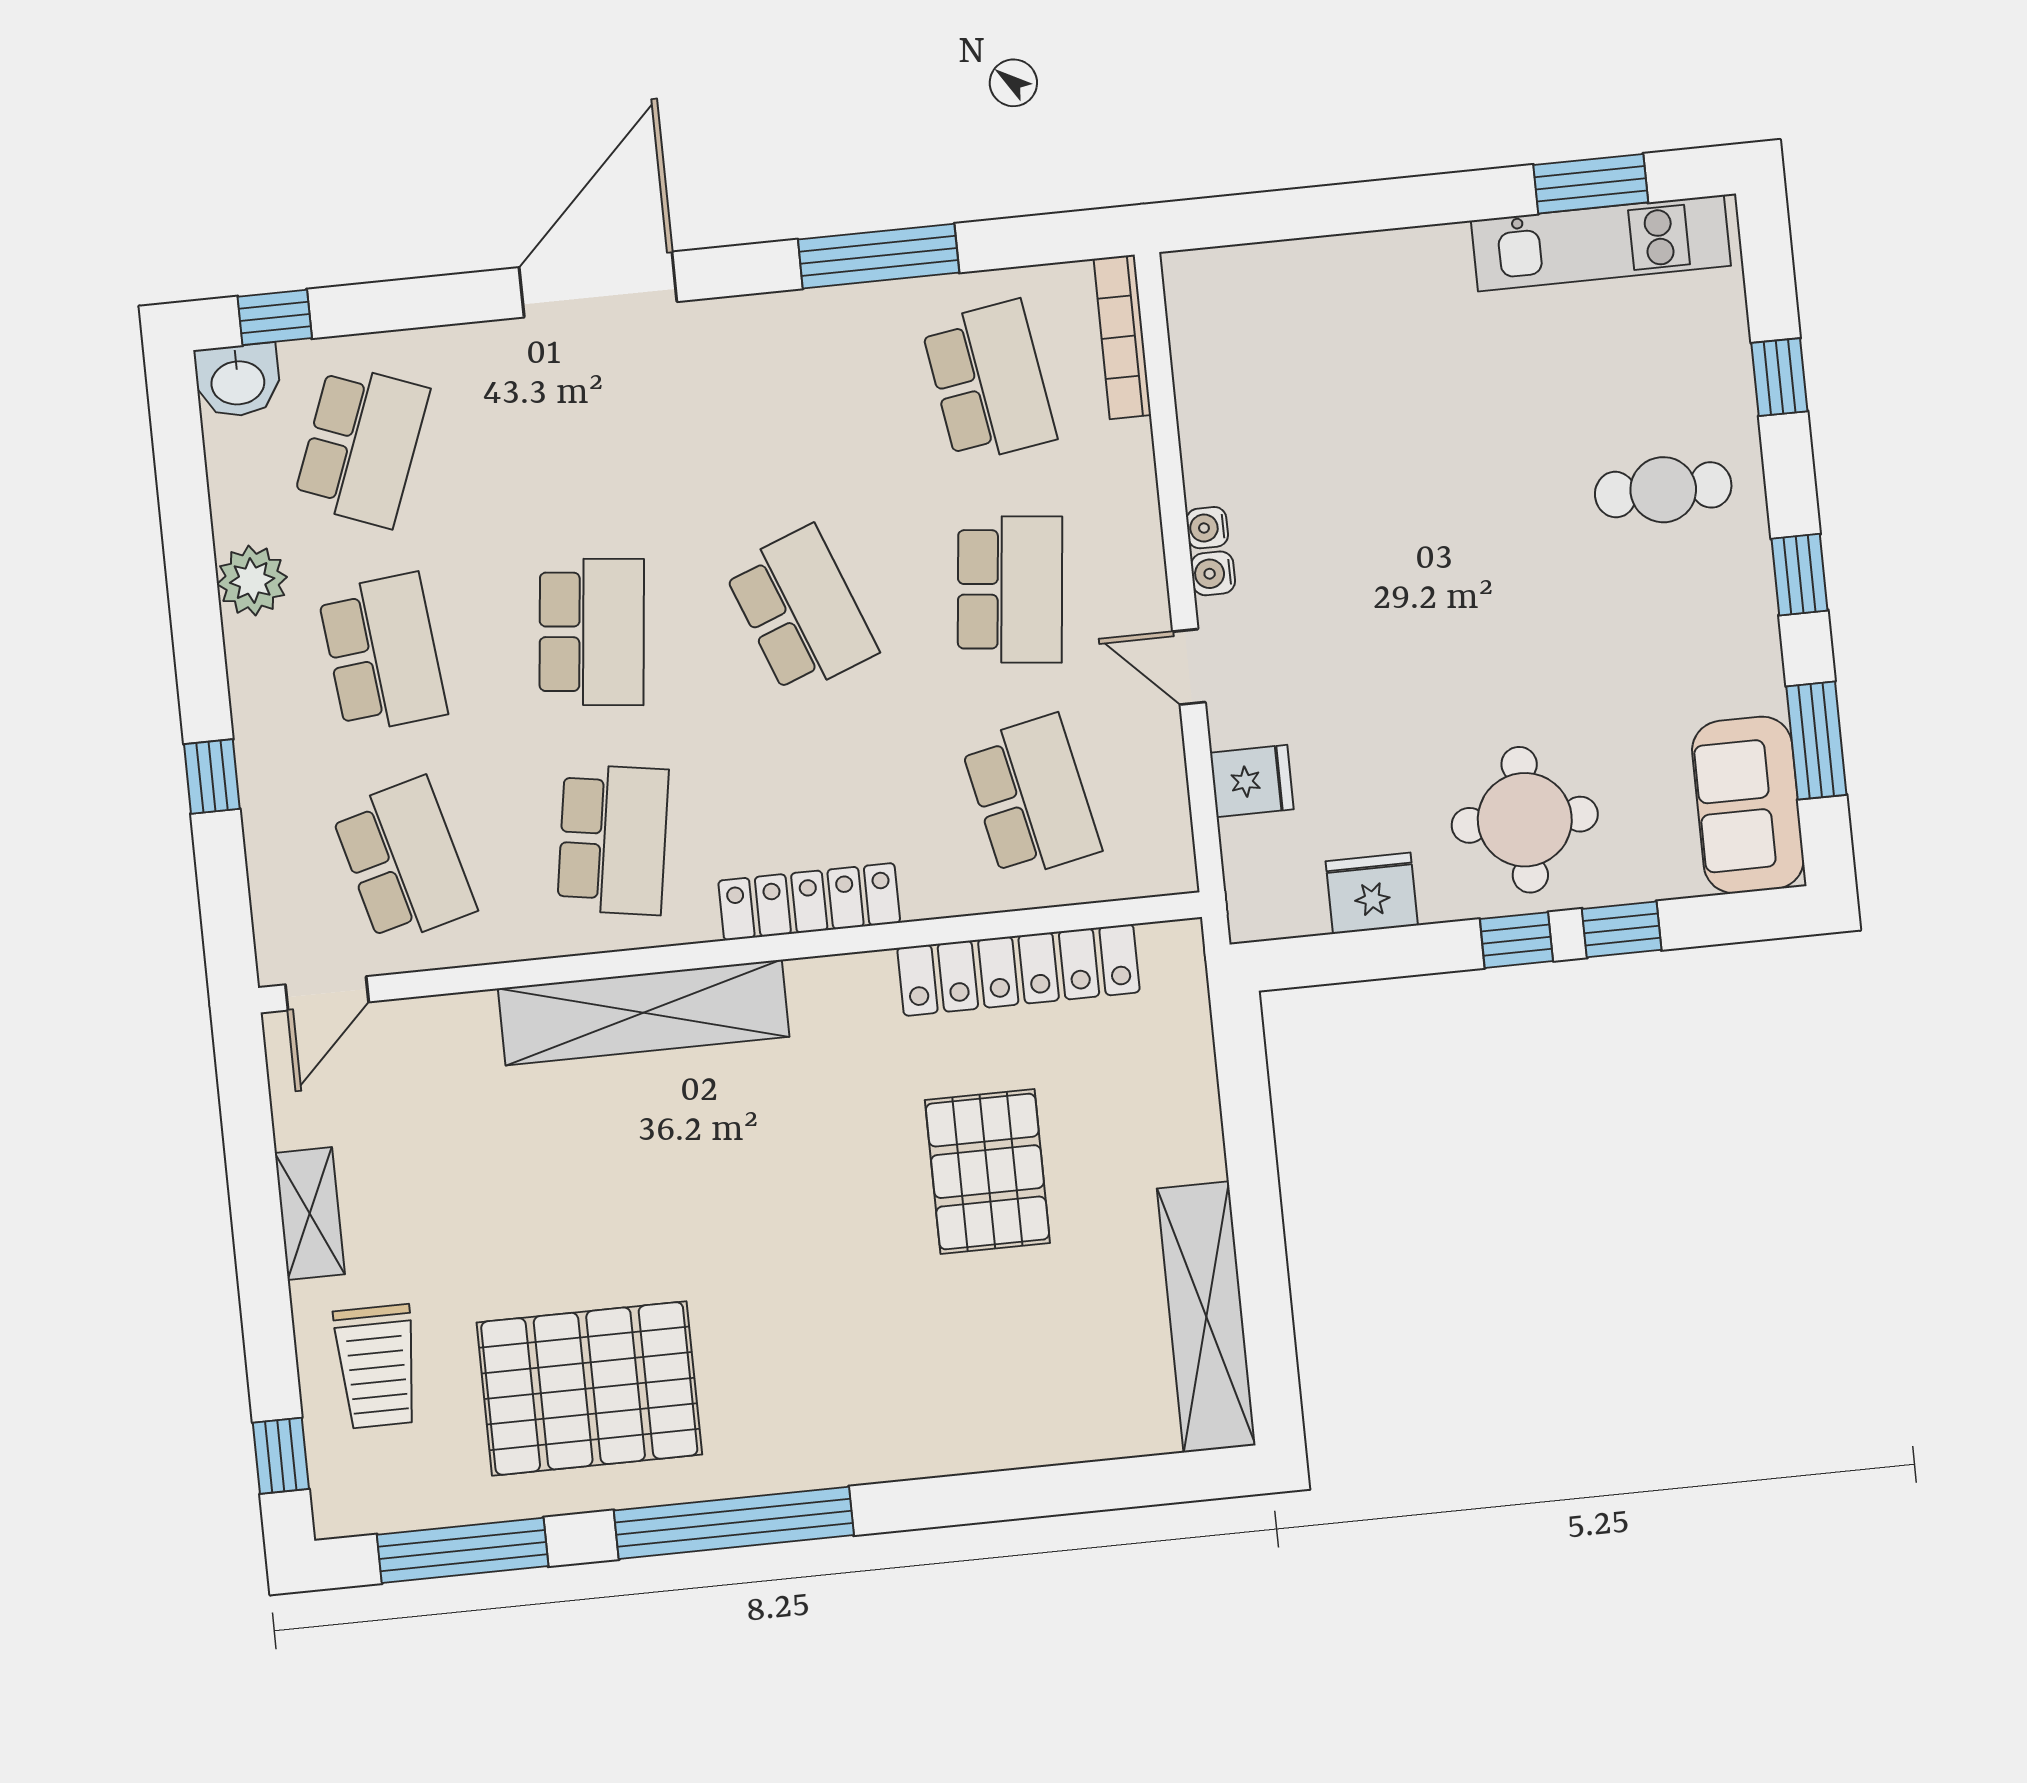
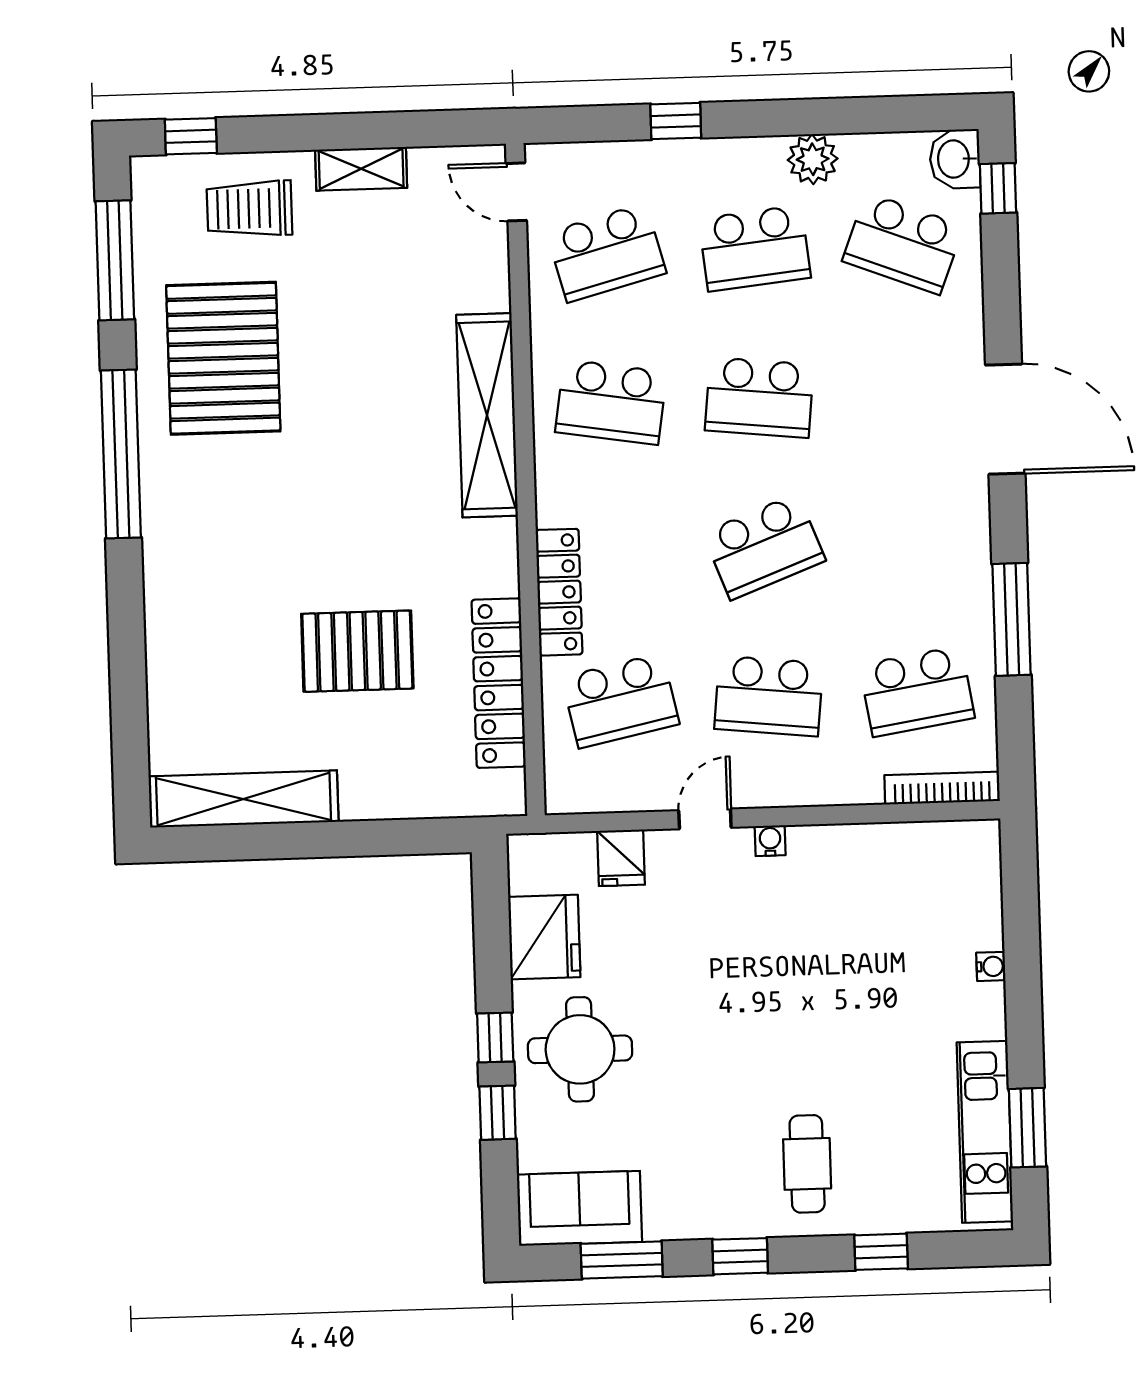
water cooler: (1207, 528) -> (991, 966), moved, turned 90
fridge: (1372, 893) -> (544, 937), width x1.36, depth x1.34
locker: (809, 902) -> (559, 592), moved

